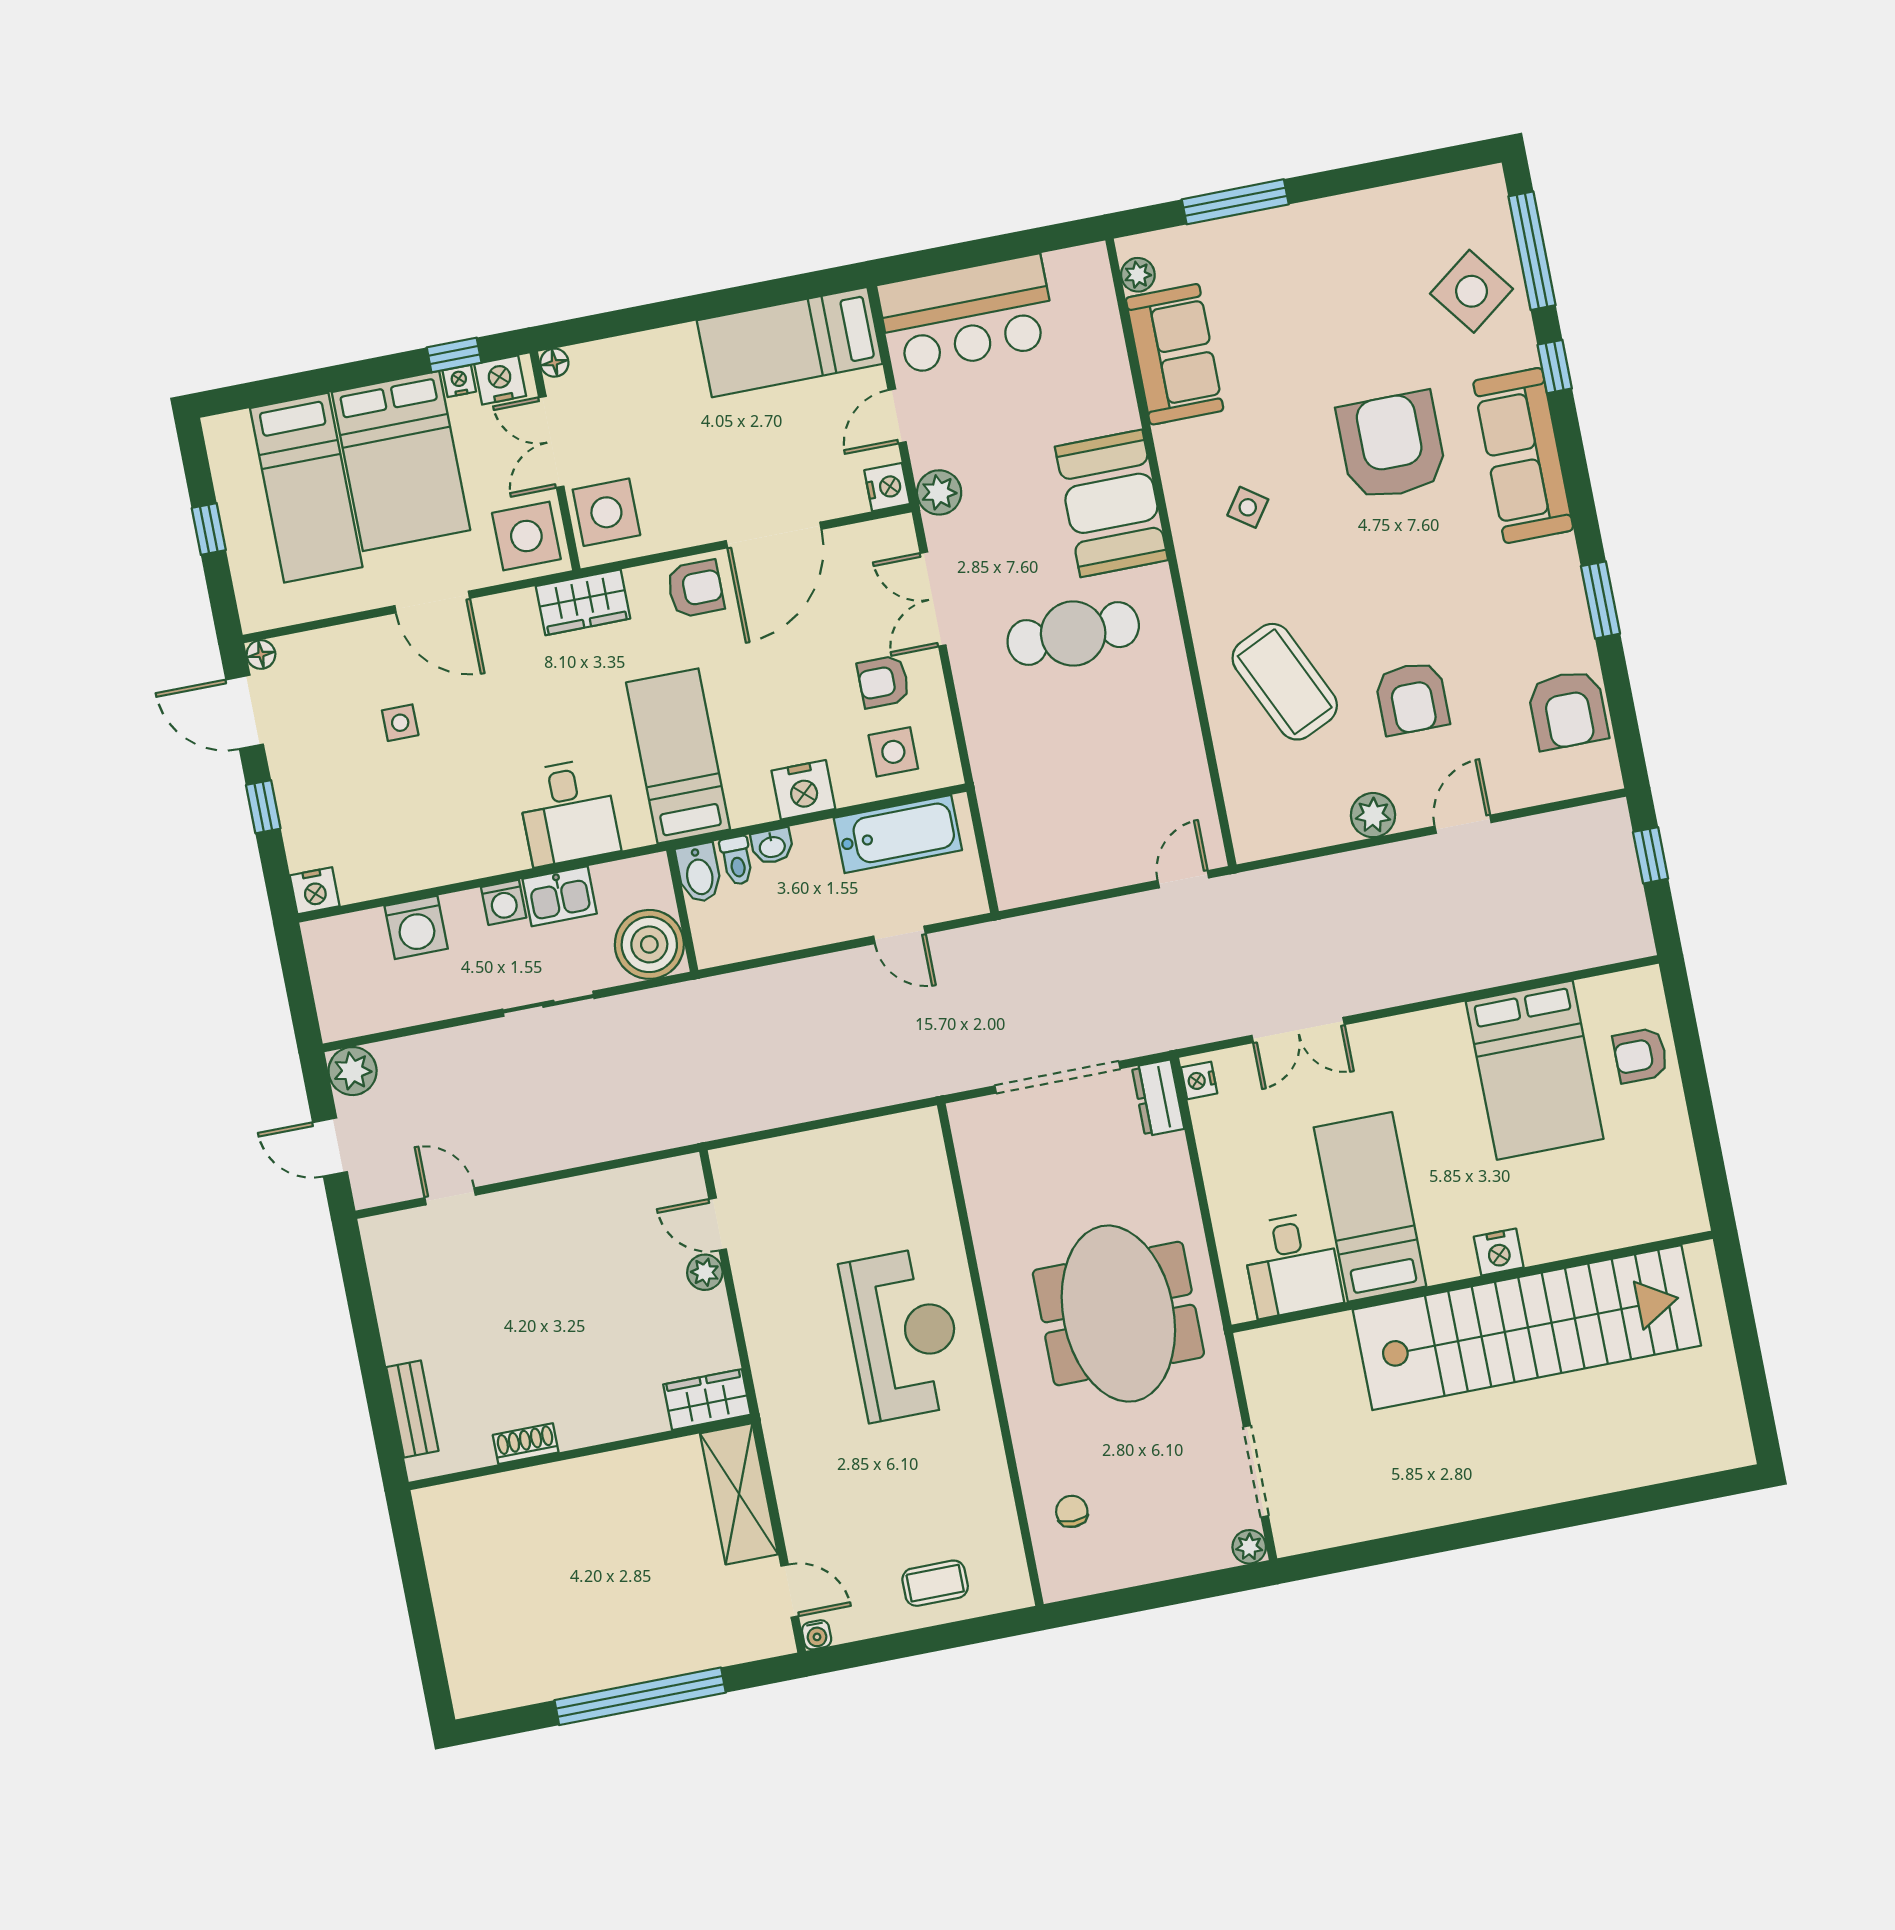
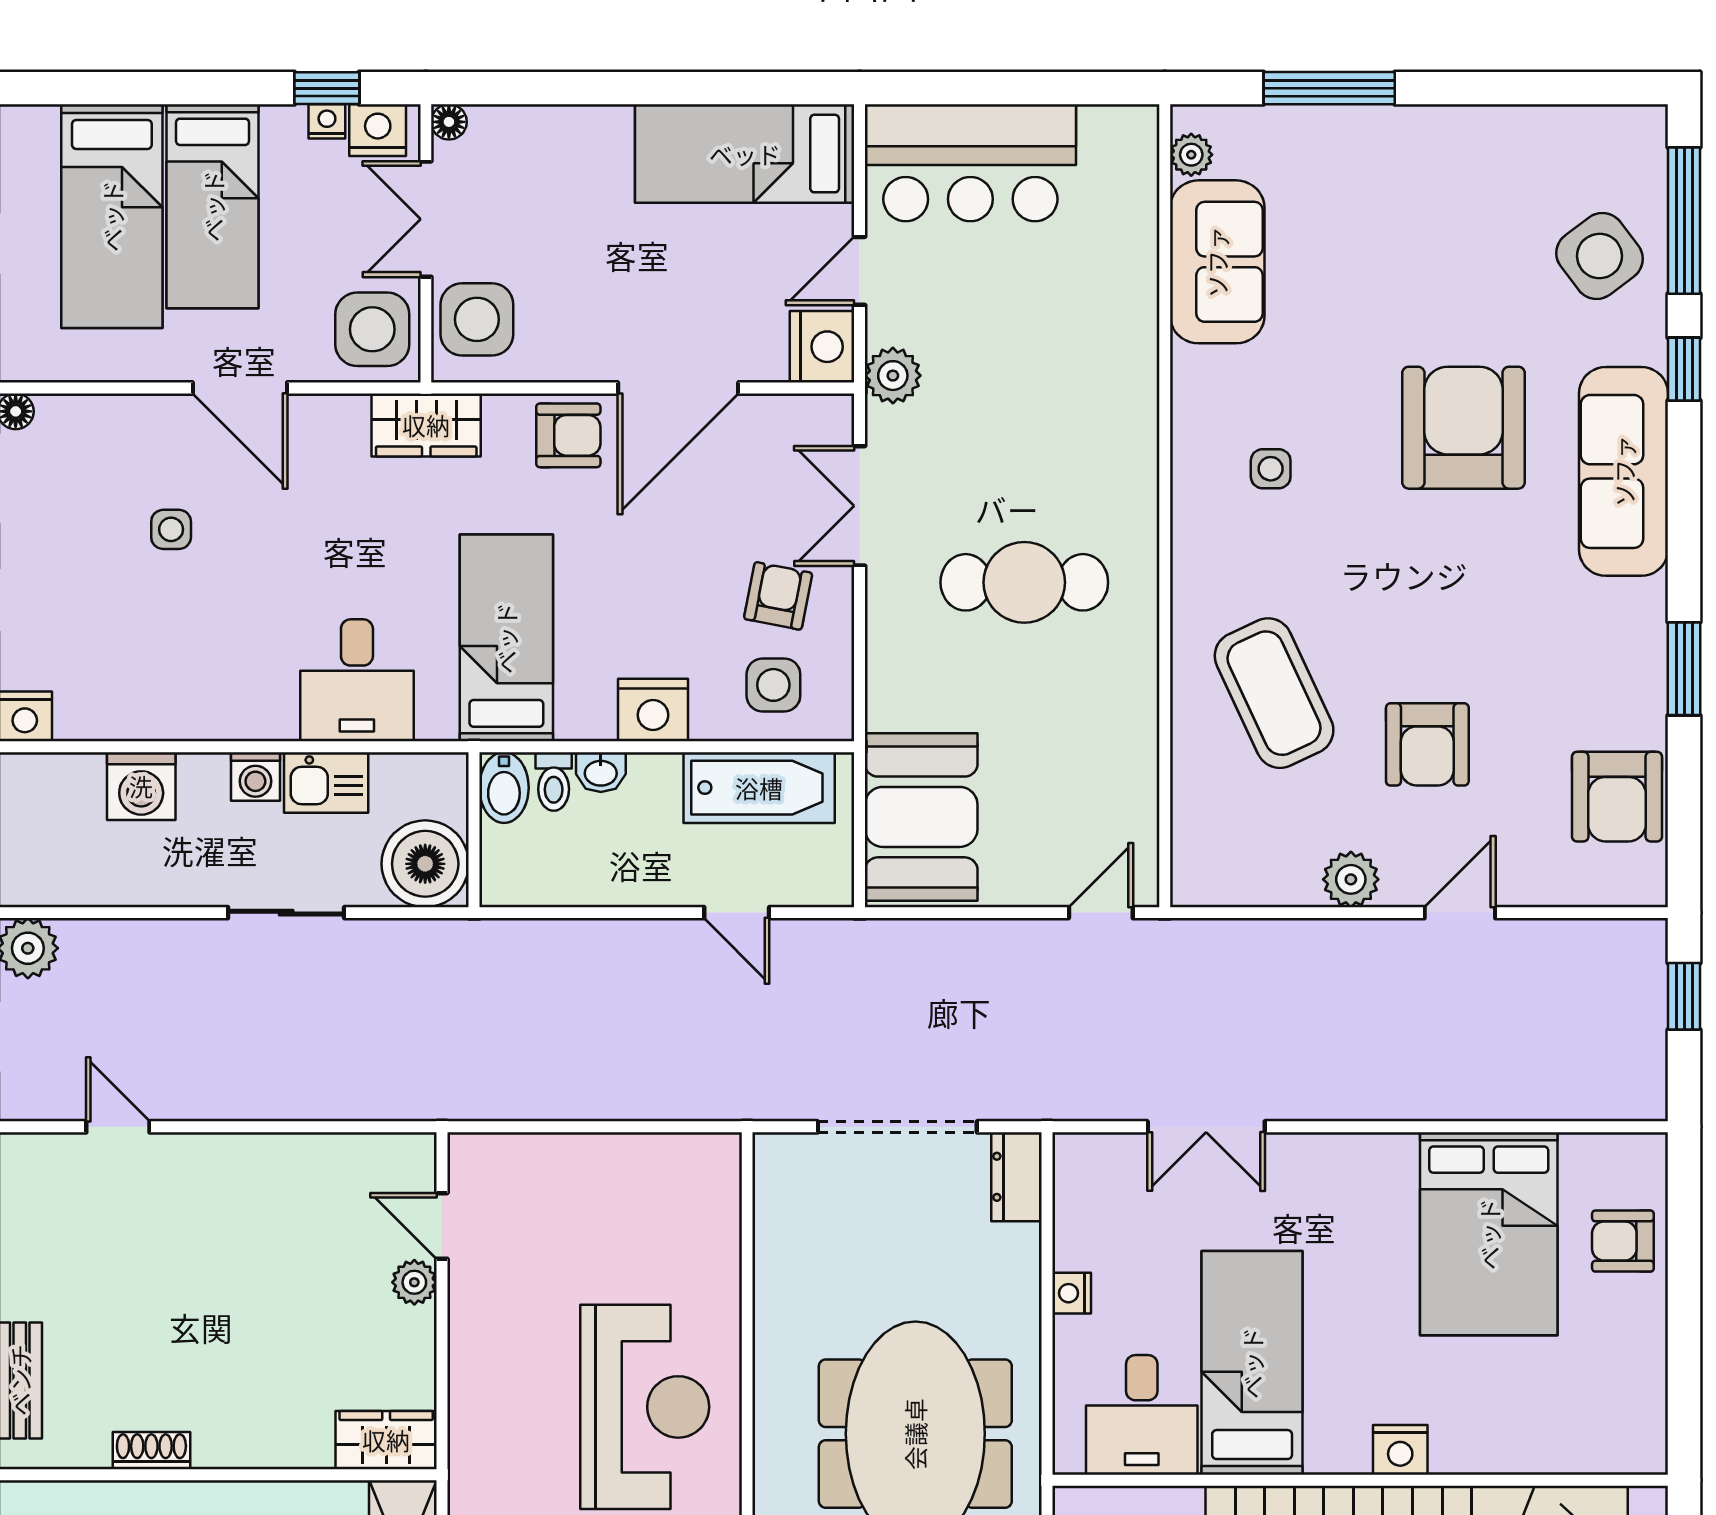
bed: (401, 461) -> (213, 206), width x0.67
nightstand: (887, 487) -> (822, 347), width x1.36, depth x1.33
booth: (1111, 503) -> (921, 817), moved
side table: (1248, 507) -> (1271, 469), turned -35
armchair: (883, 682) -> (778, 596), turned 101
nightstand: (1199, 1080) -> (1072, 1293), moved

